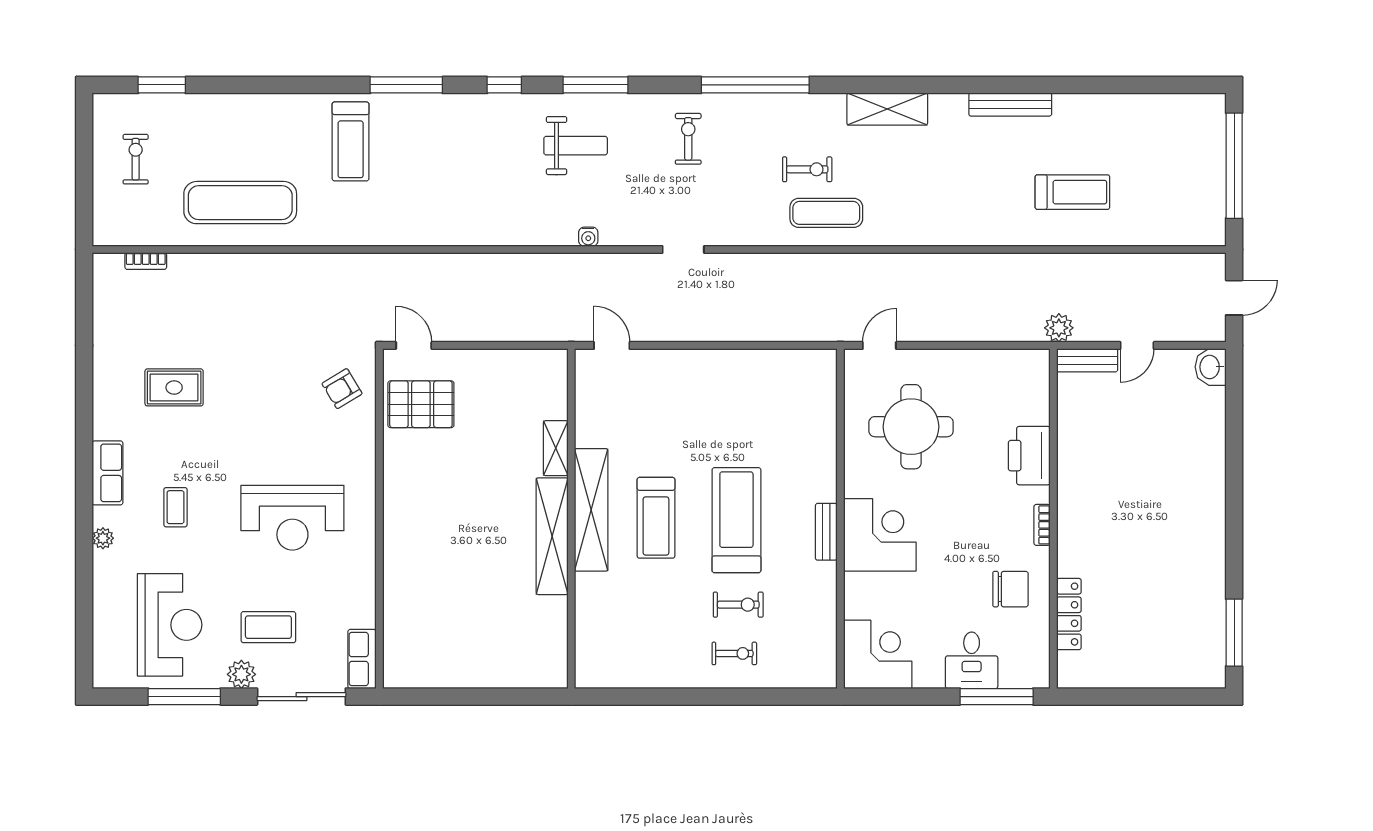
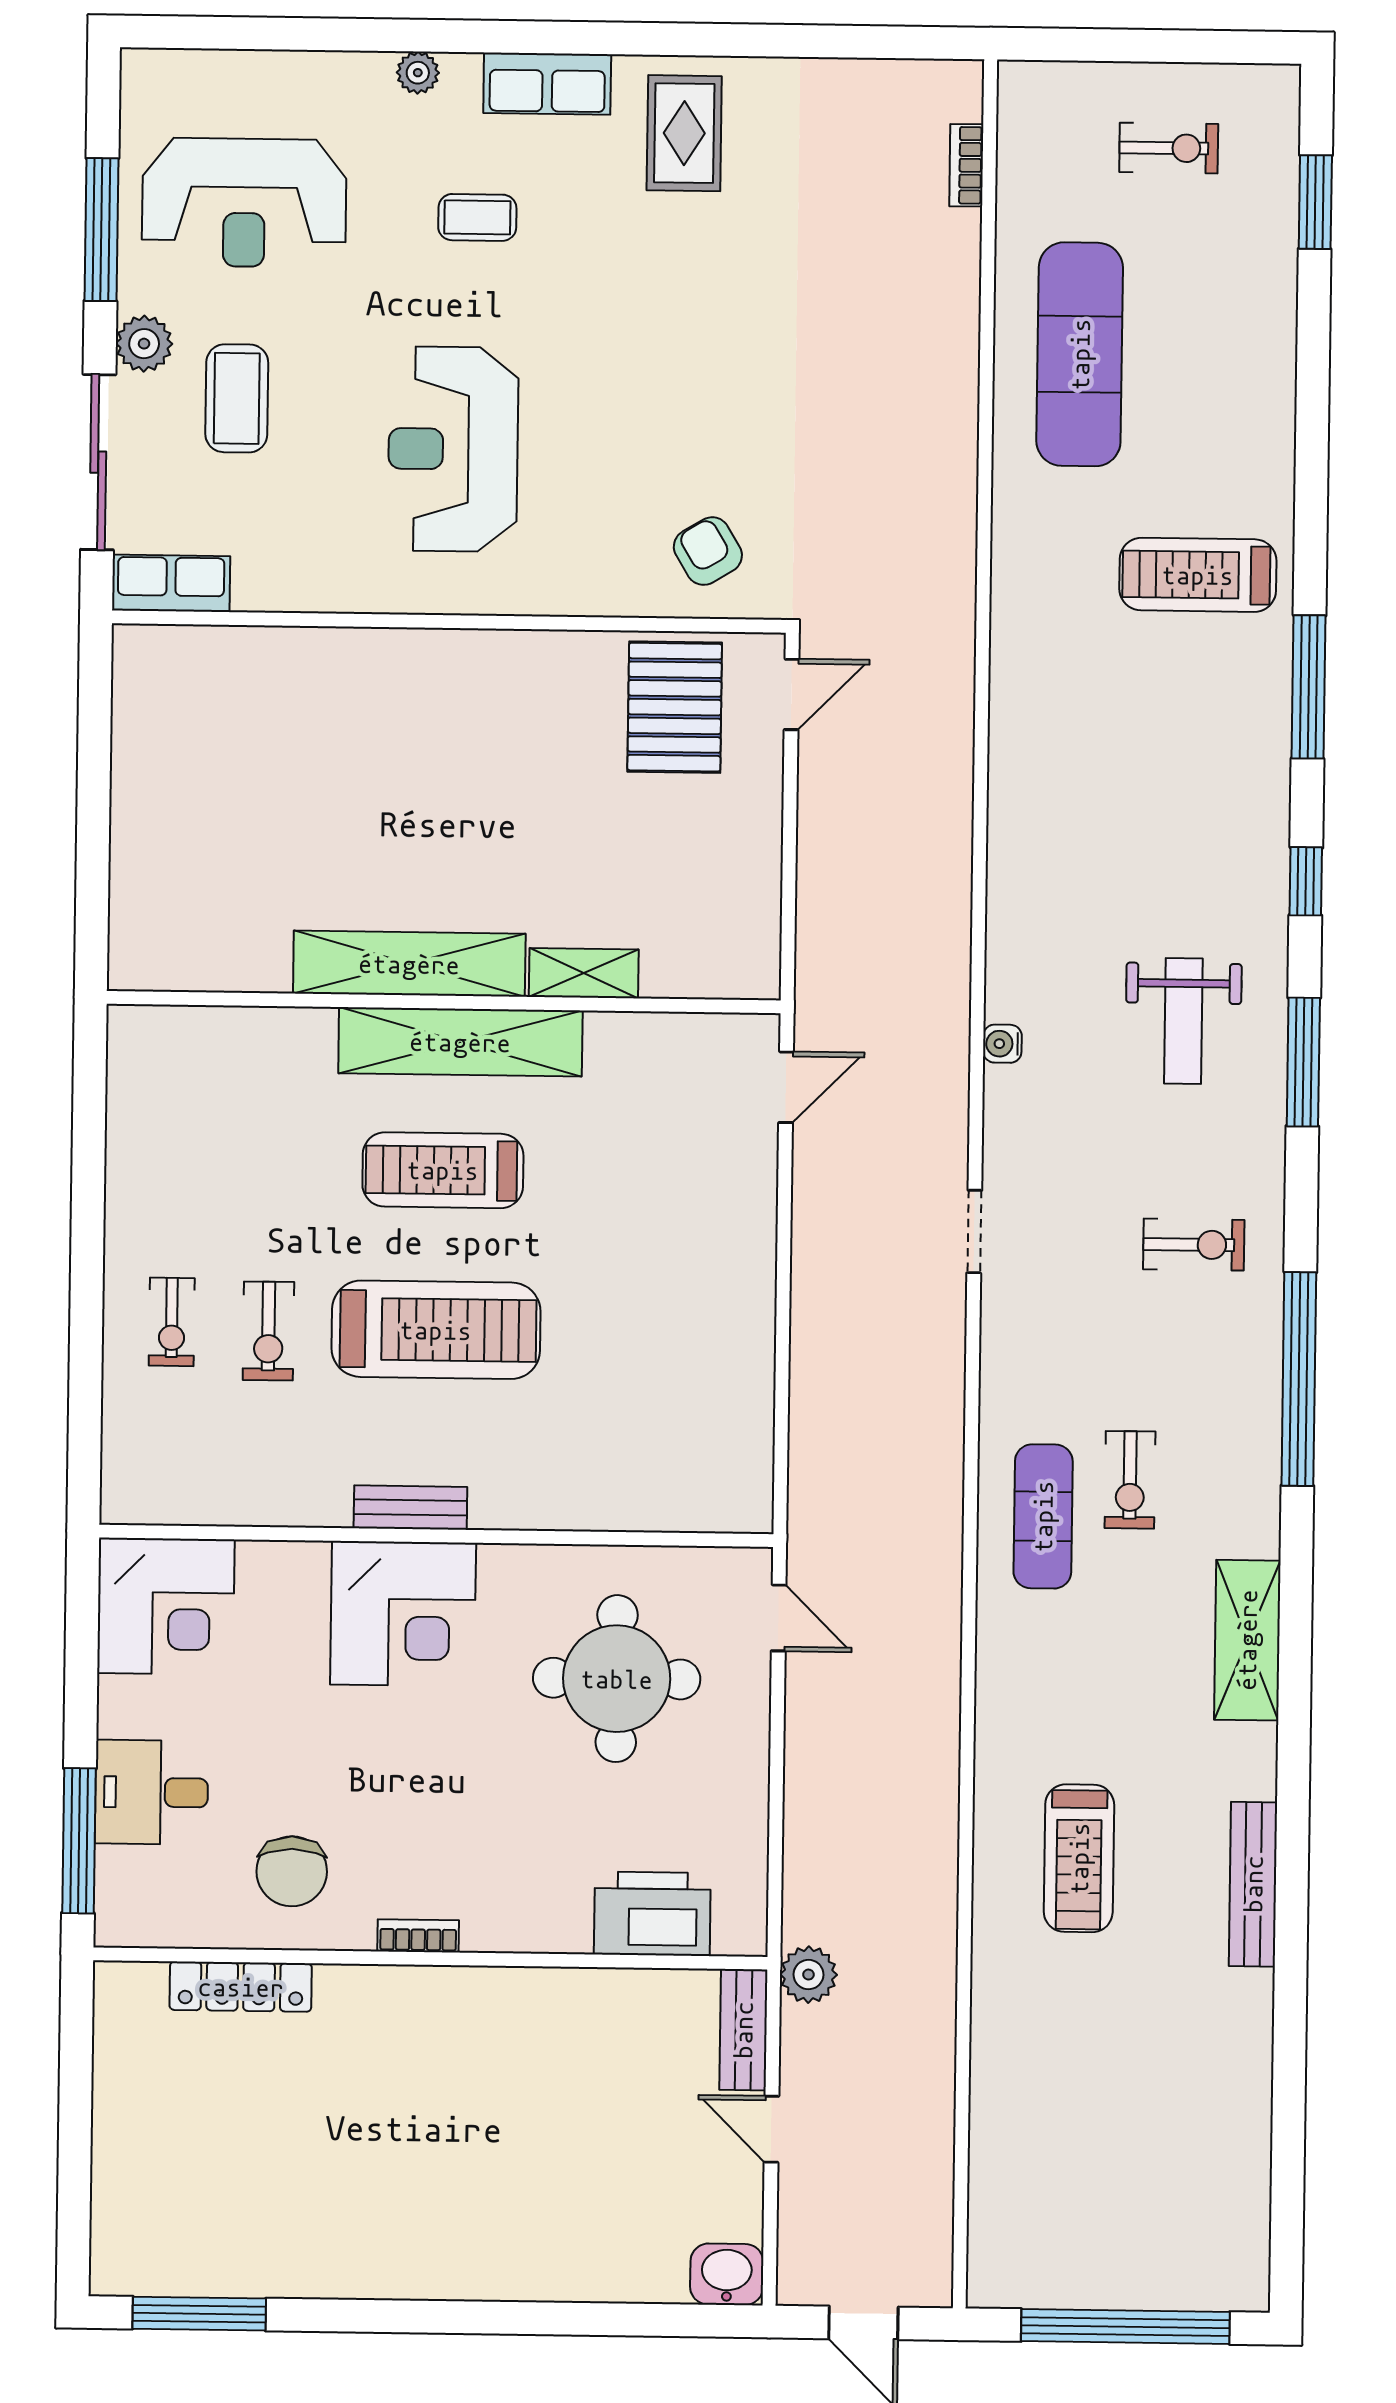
treadmill: (1072, 192) -> (1079, 1858), moved
rug: (174, 387) -> (684, 133), moved
printer: (1029, 456) -> (652, 1914), moved

